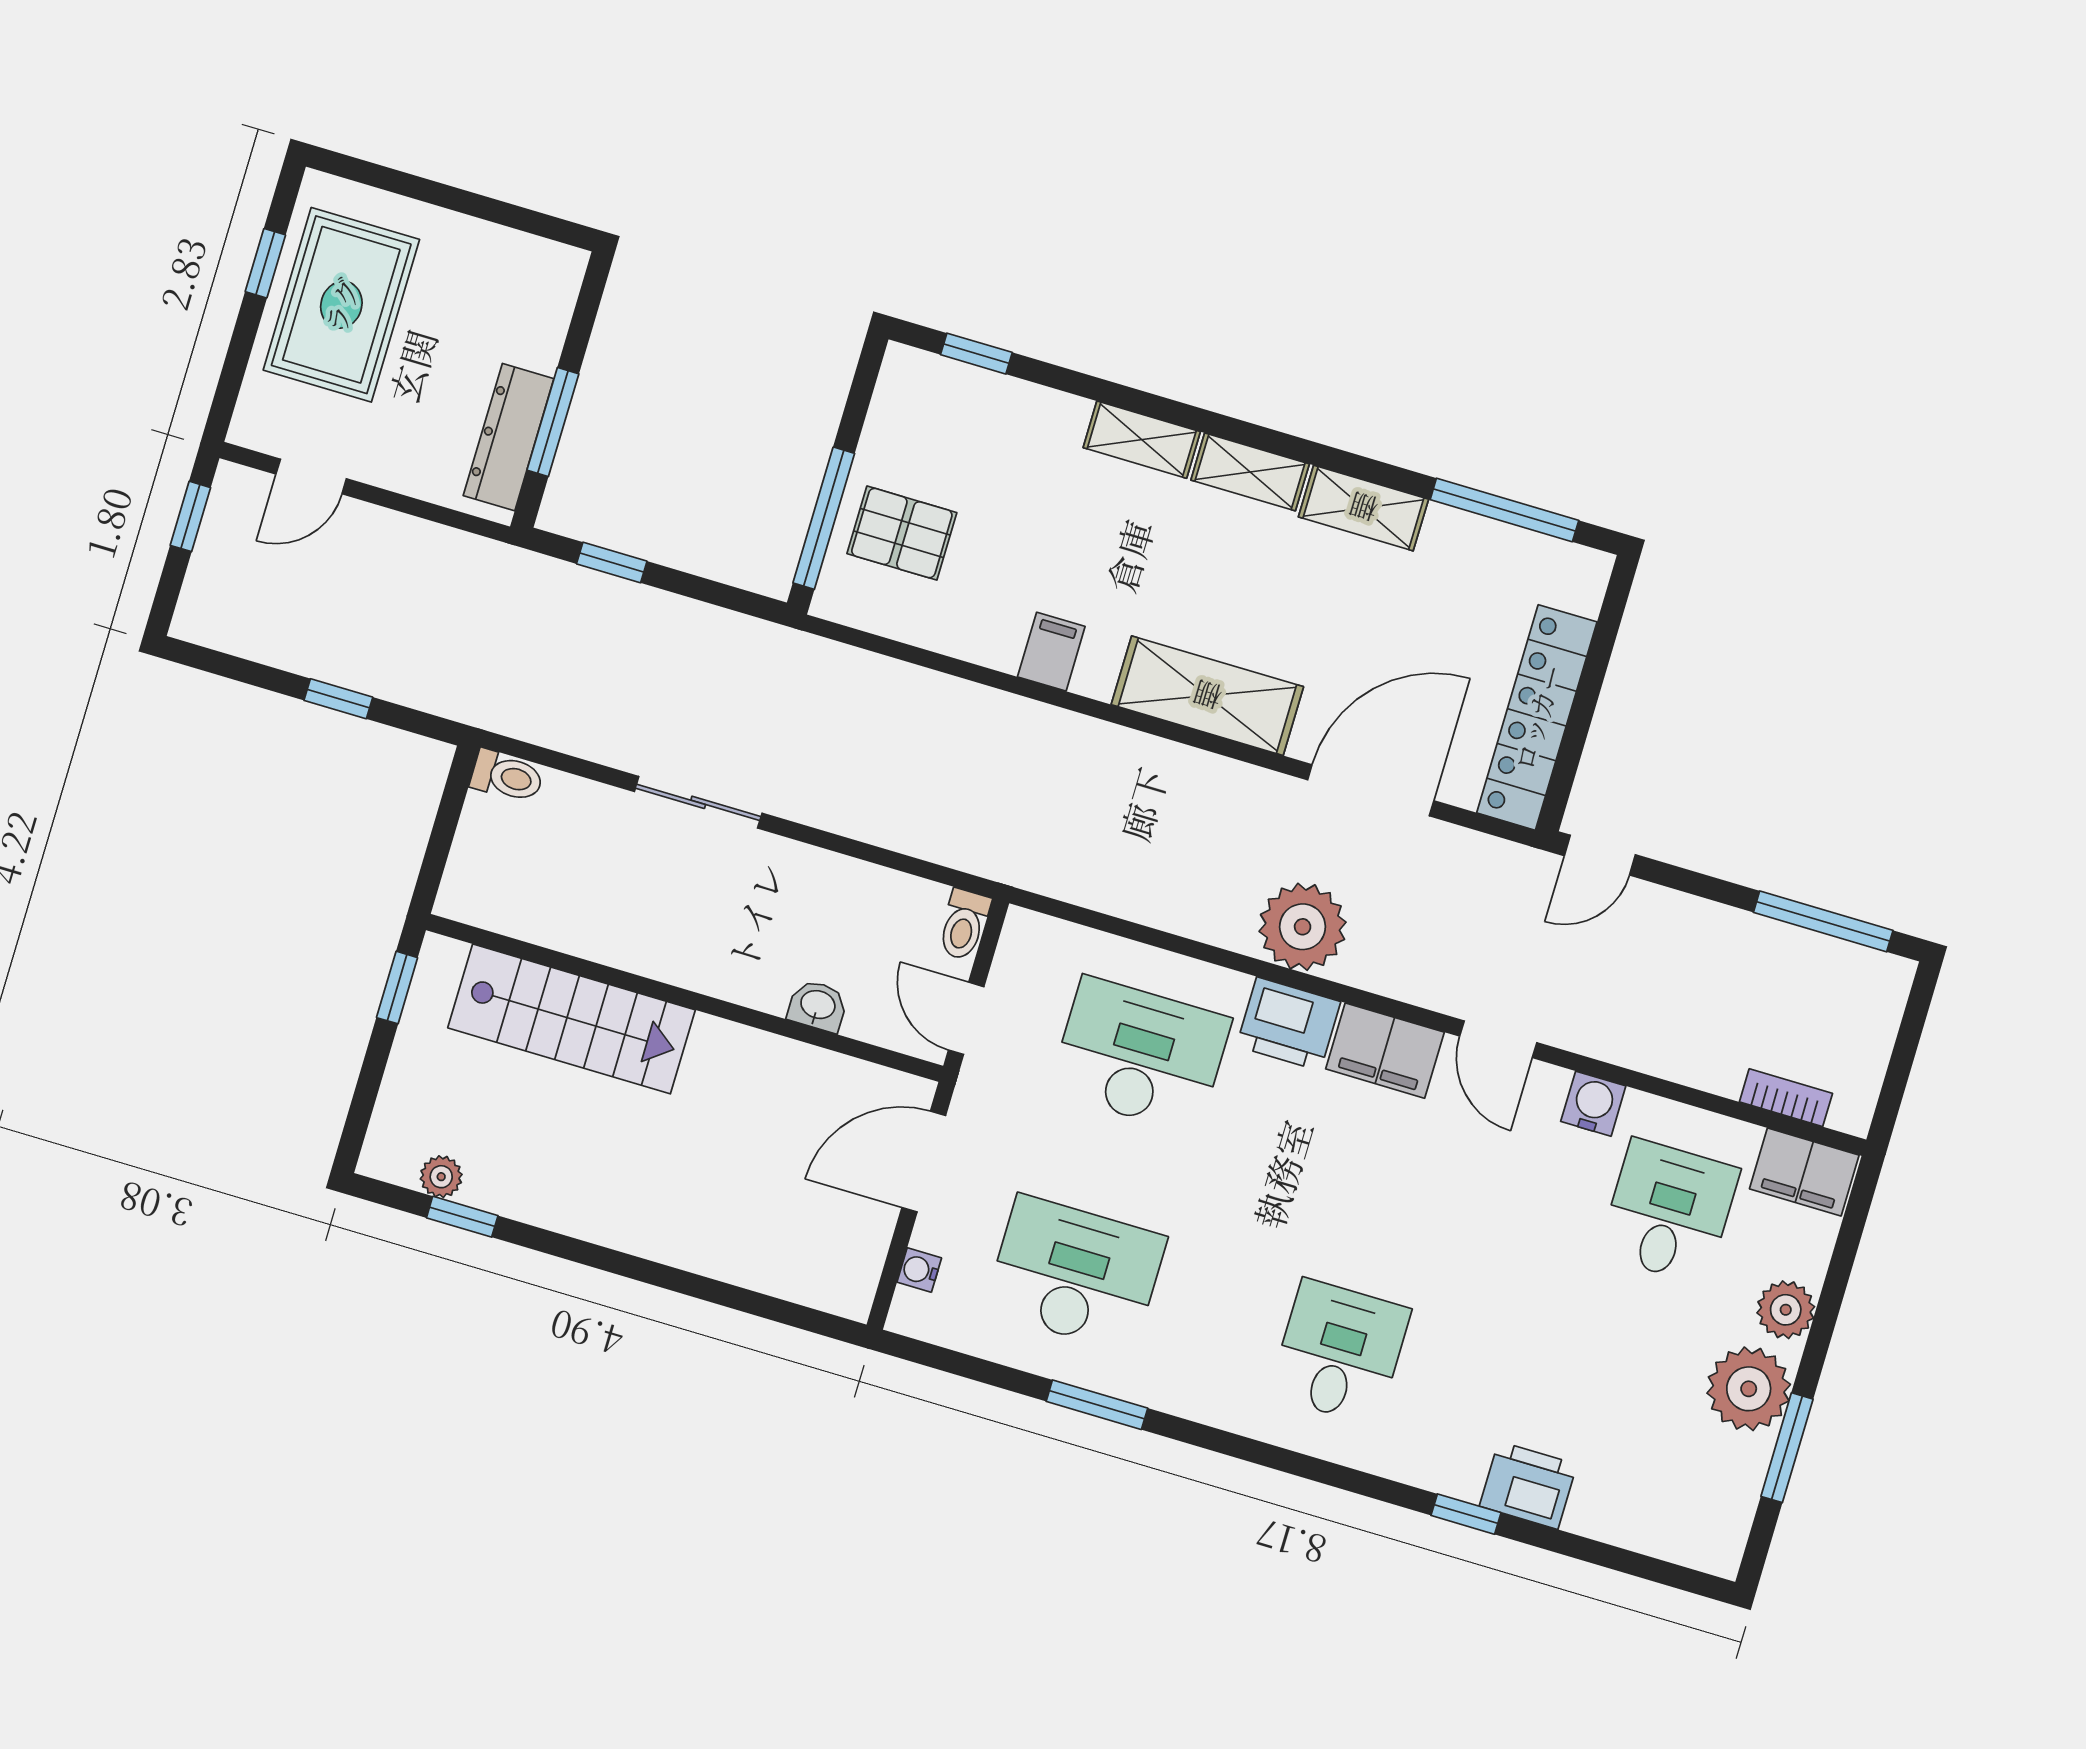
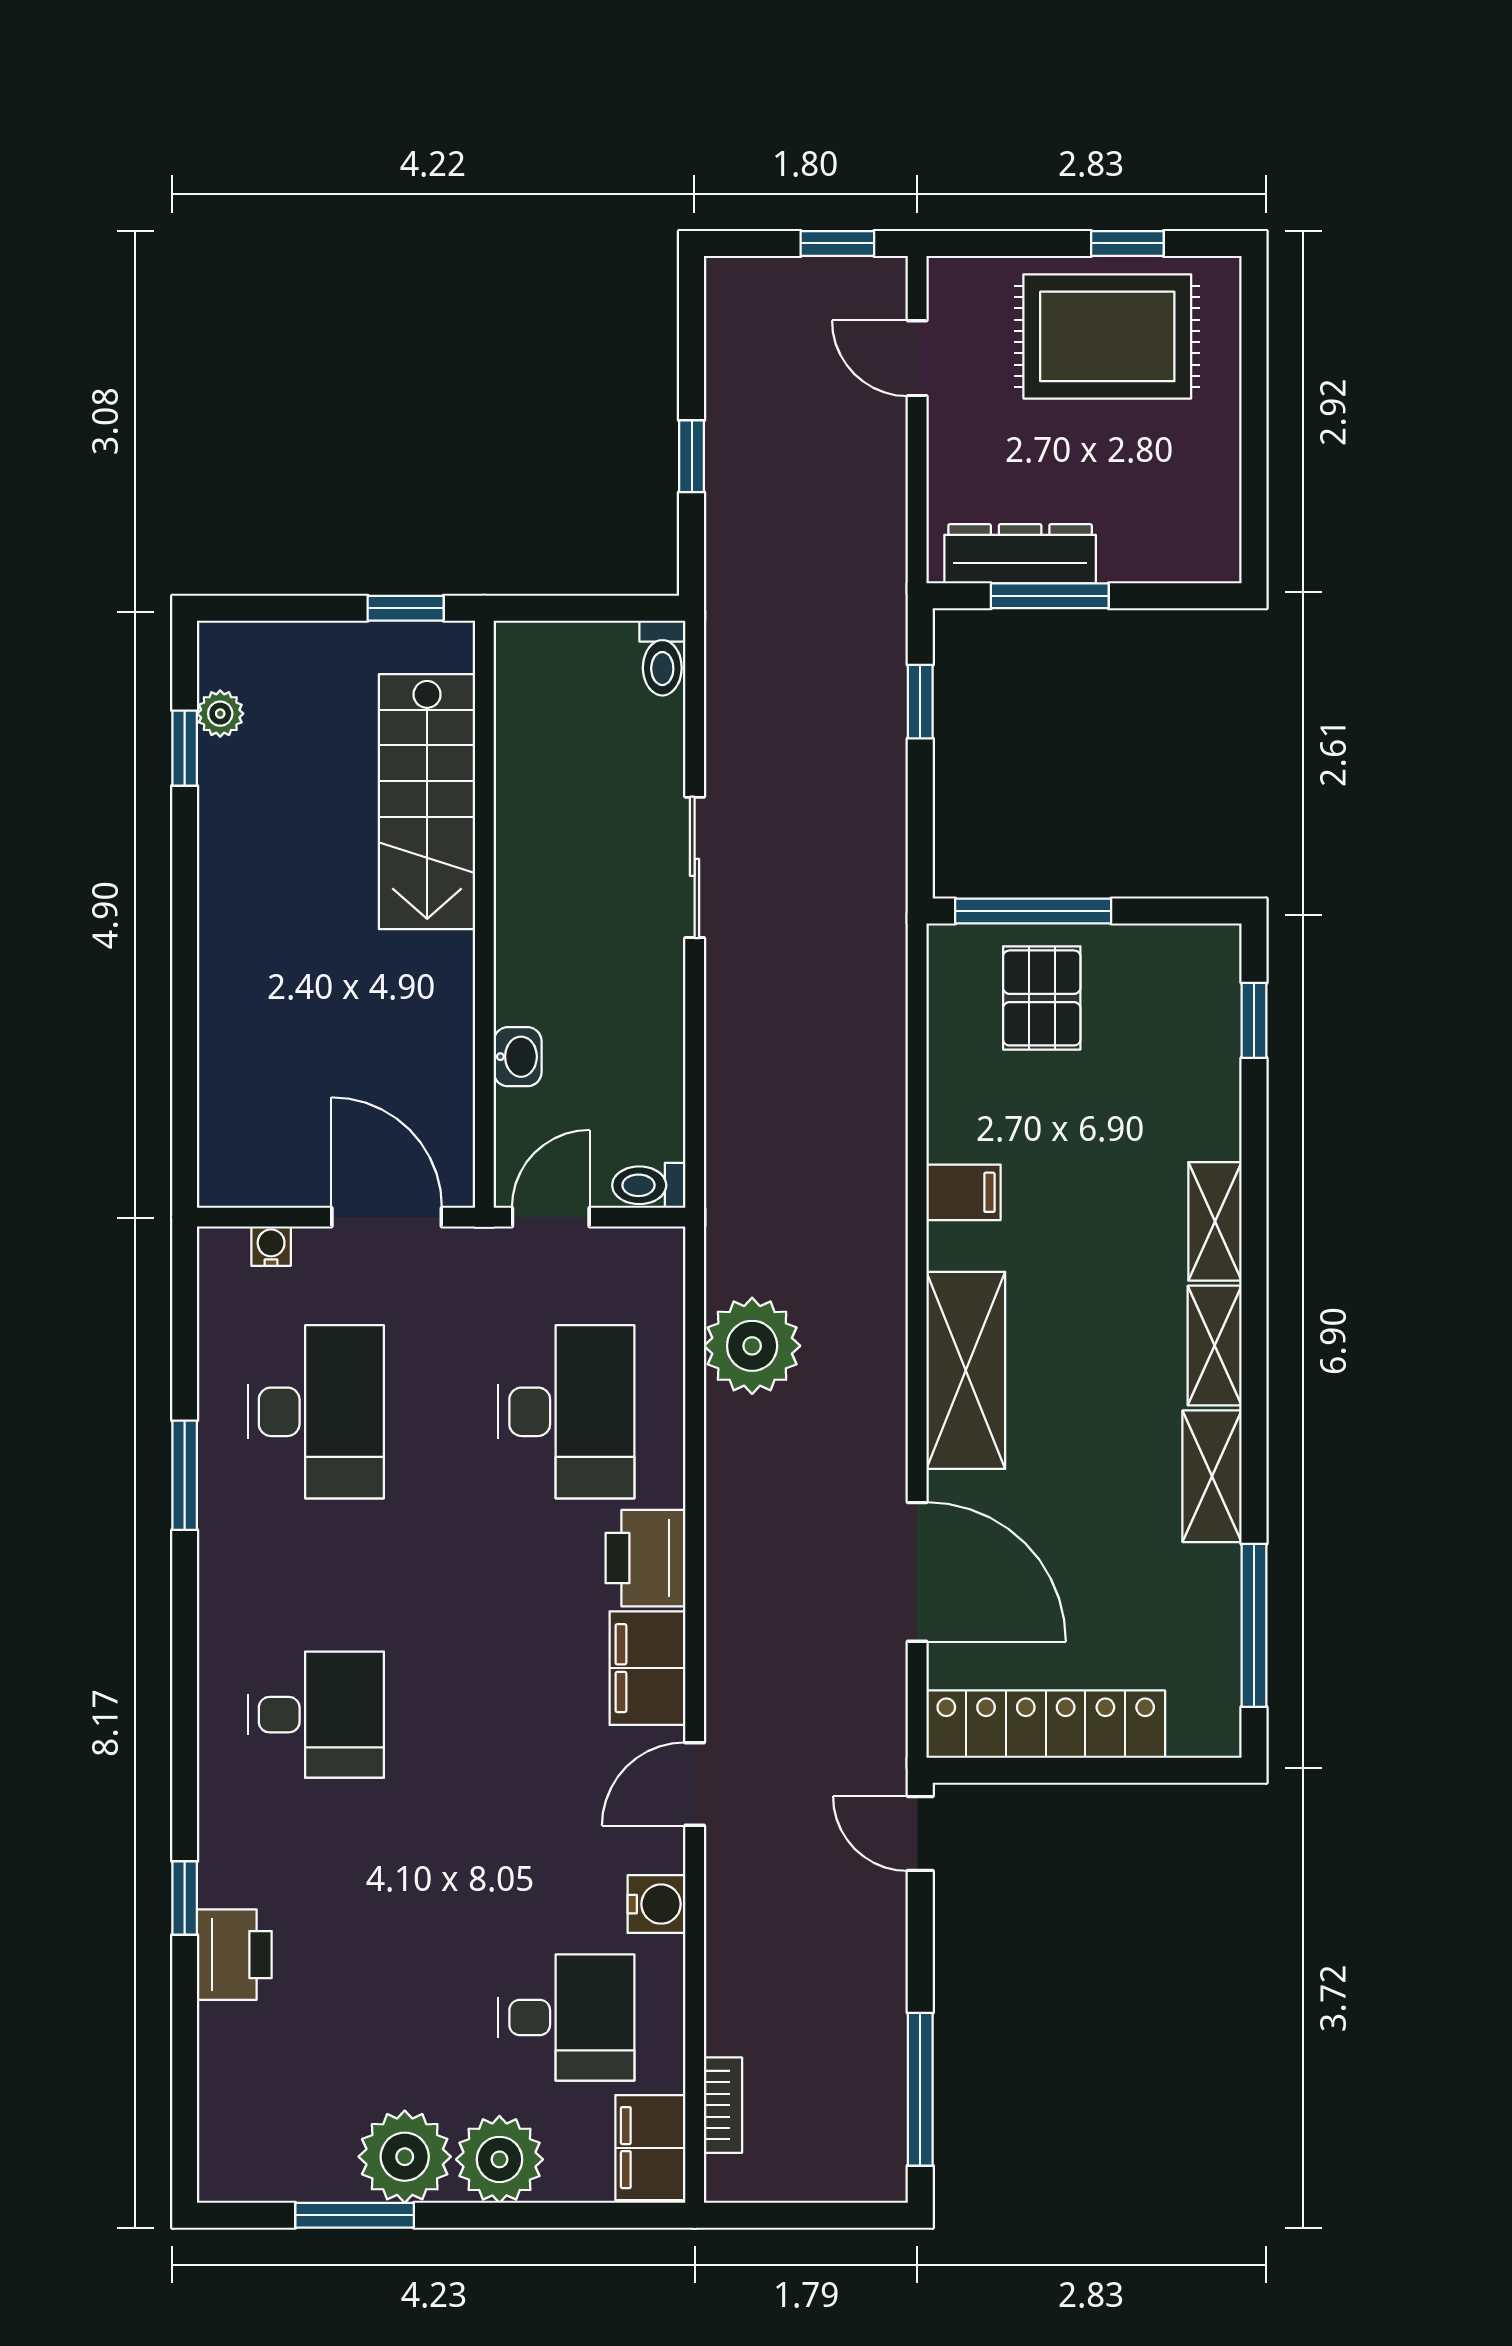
plant: (1303, 927) -> (752, 1346), moved
plant: (1786, 1310) -> (499, 2159), width x1.36, depth x1.36

